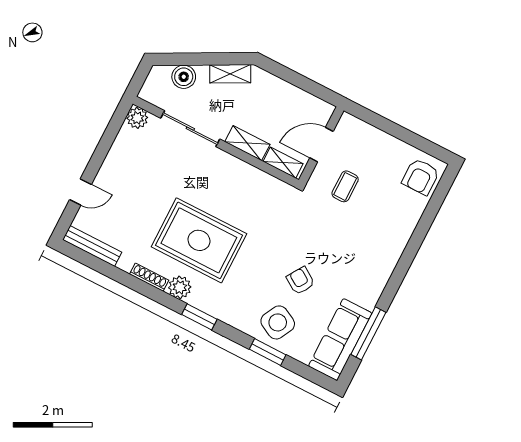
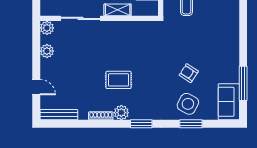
plant: (121, 150) -> (47, 51), added
shelving: (283, 163) -> (144, 11), removed
door: (81, 192) -> (36, 87), hinge flipped
rug: (199, 240) -> (119, 80), width x0.54, depth x0.49
sofa: (340, 340) -> (229, 102), width x0.73

